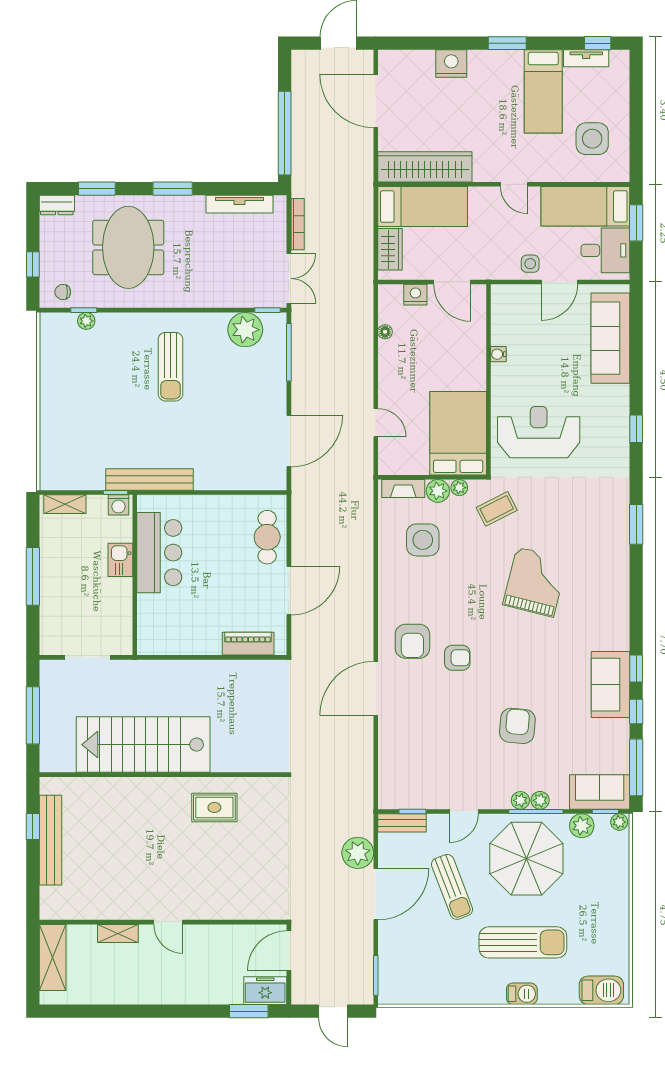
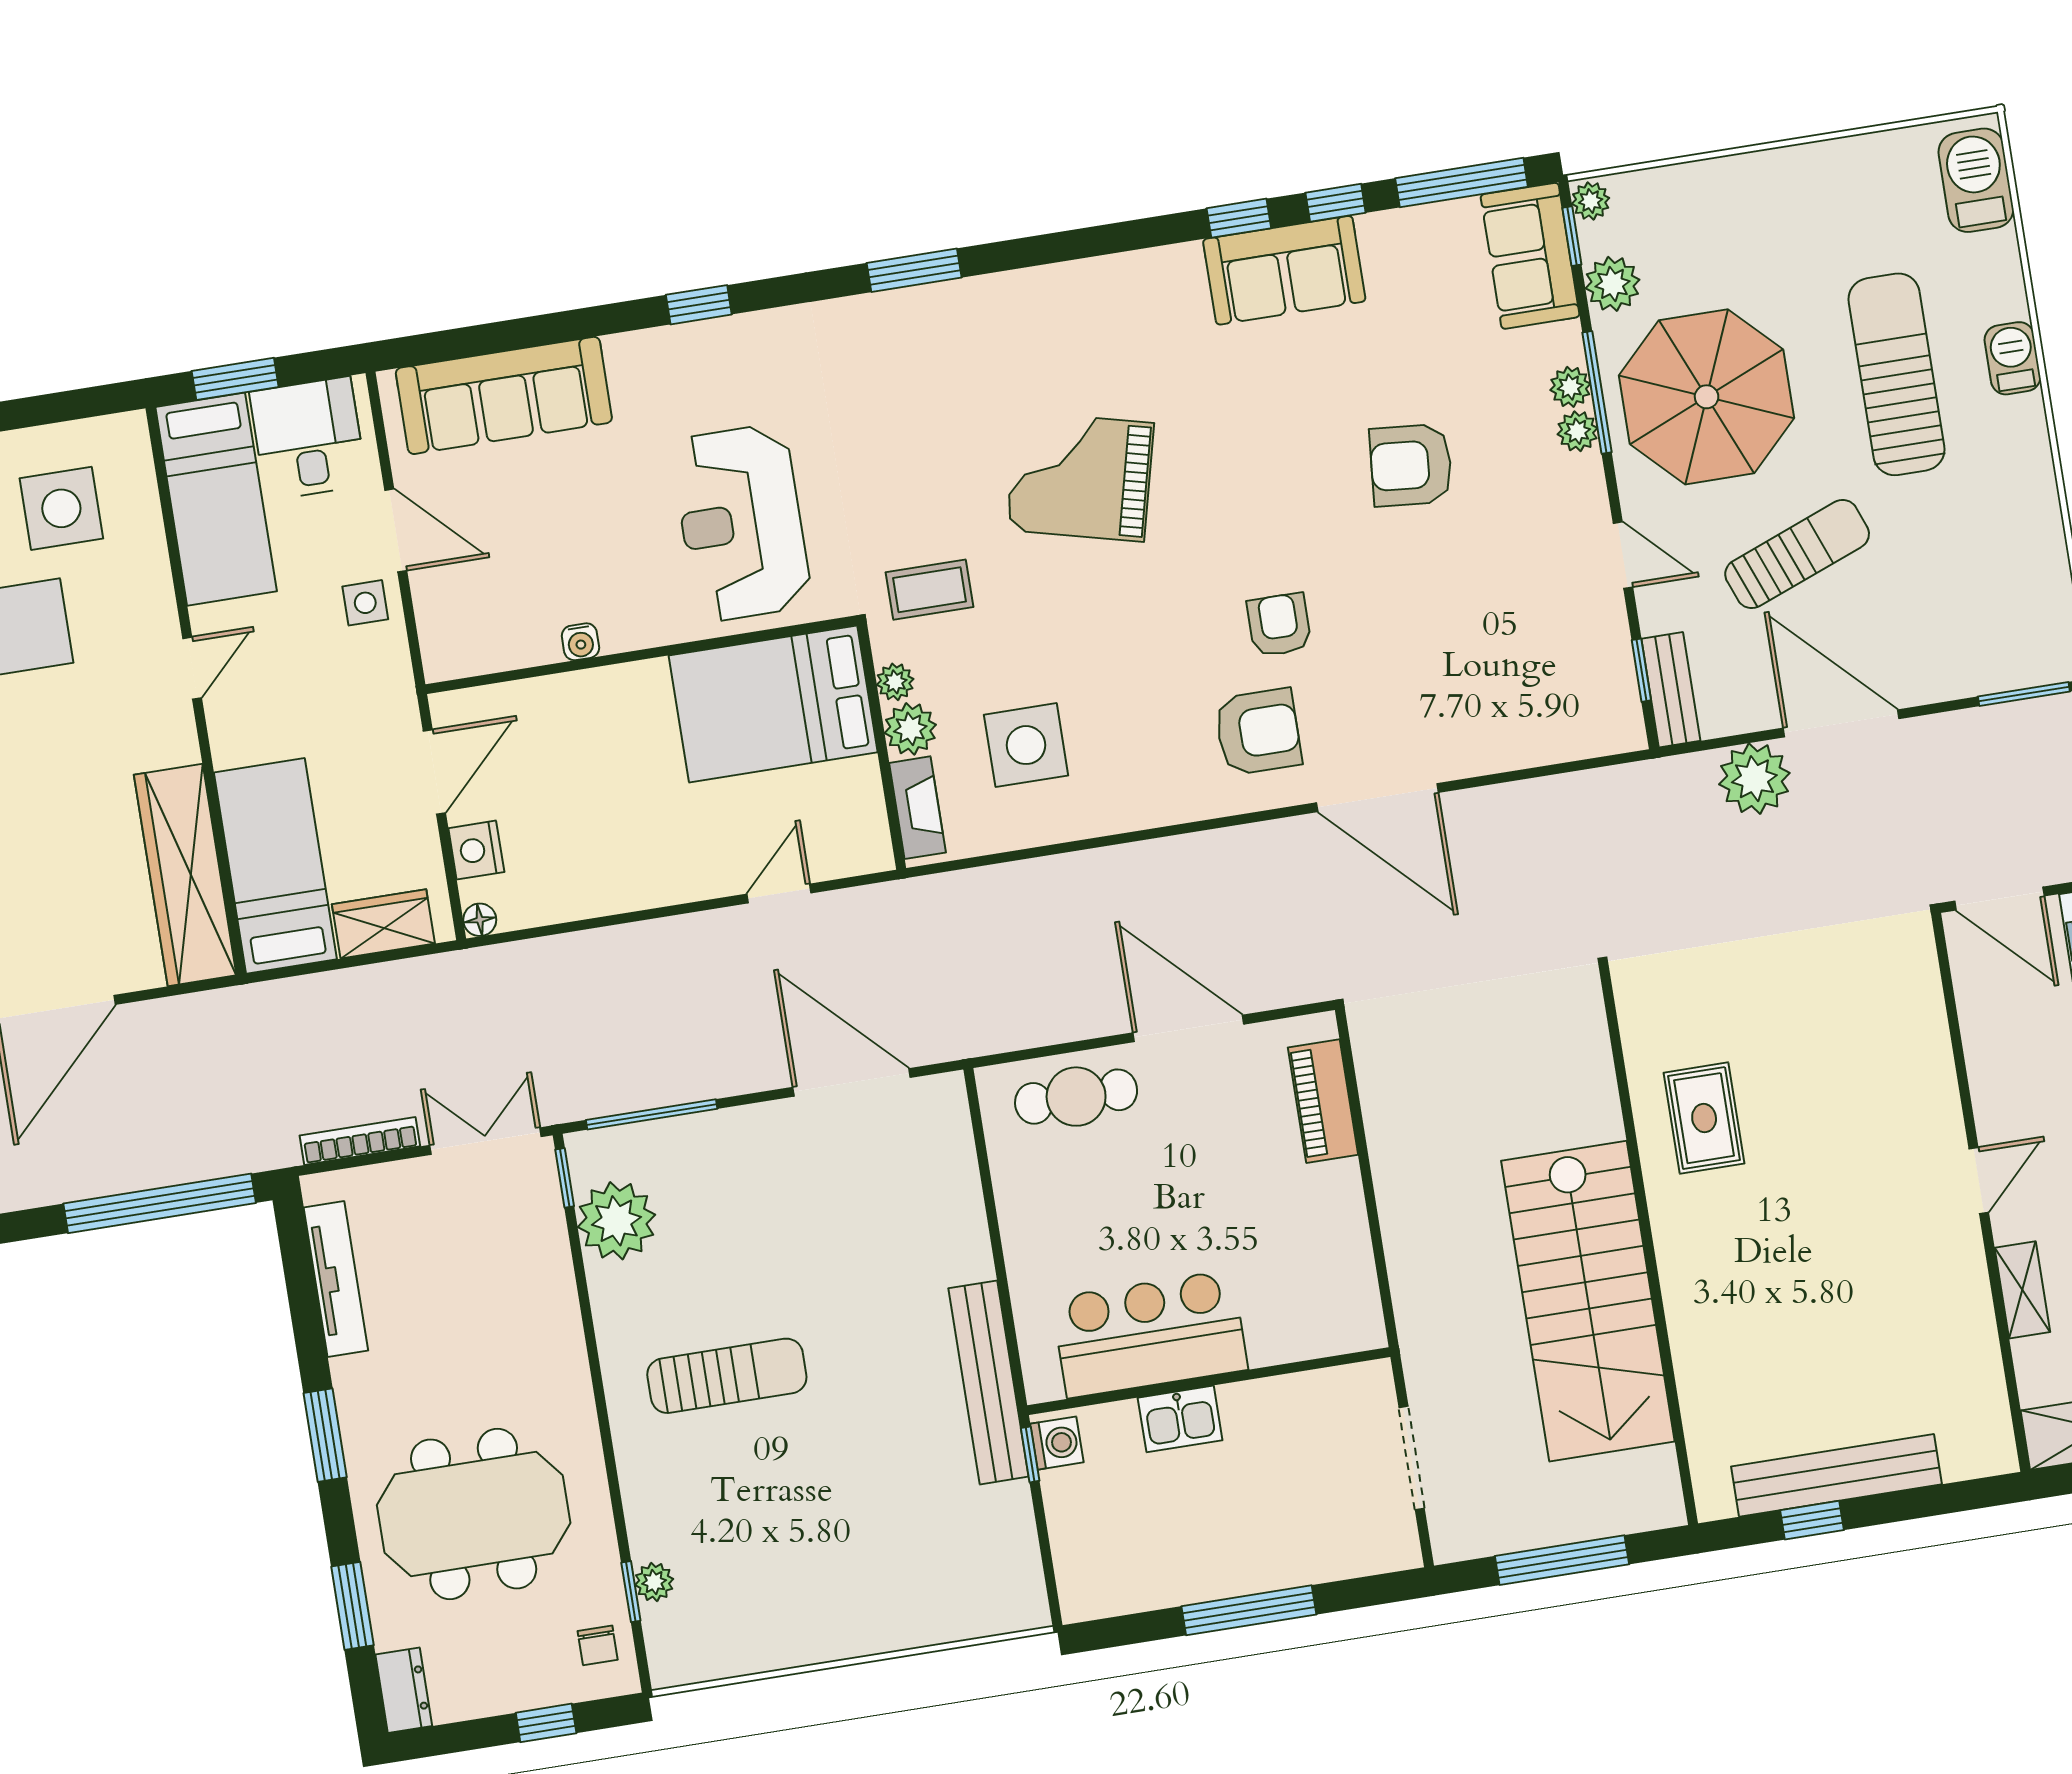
floor lamp: (385, 332) -> (480, 920), moved
shelving: (65, 504) -> (1075, 1564), removed
coffee table: (497, 509) -> (929, 590), turned -63

